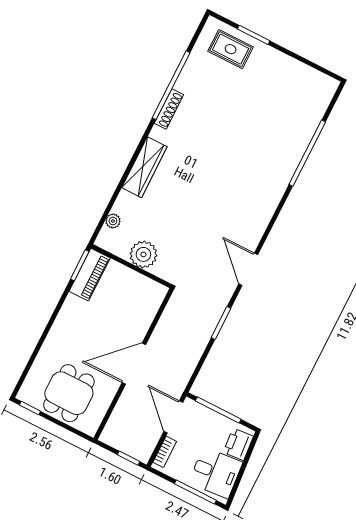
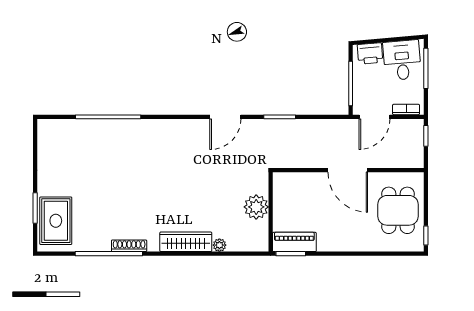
rug: (231, 49) -> (56, 221), width x1.36, depth x1.43
plant: (113, 221) -> (219, 245), moved
dining table: (69, 393) -> (398, 210), turned 90

